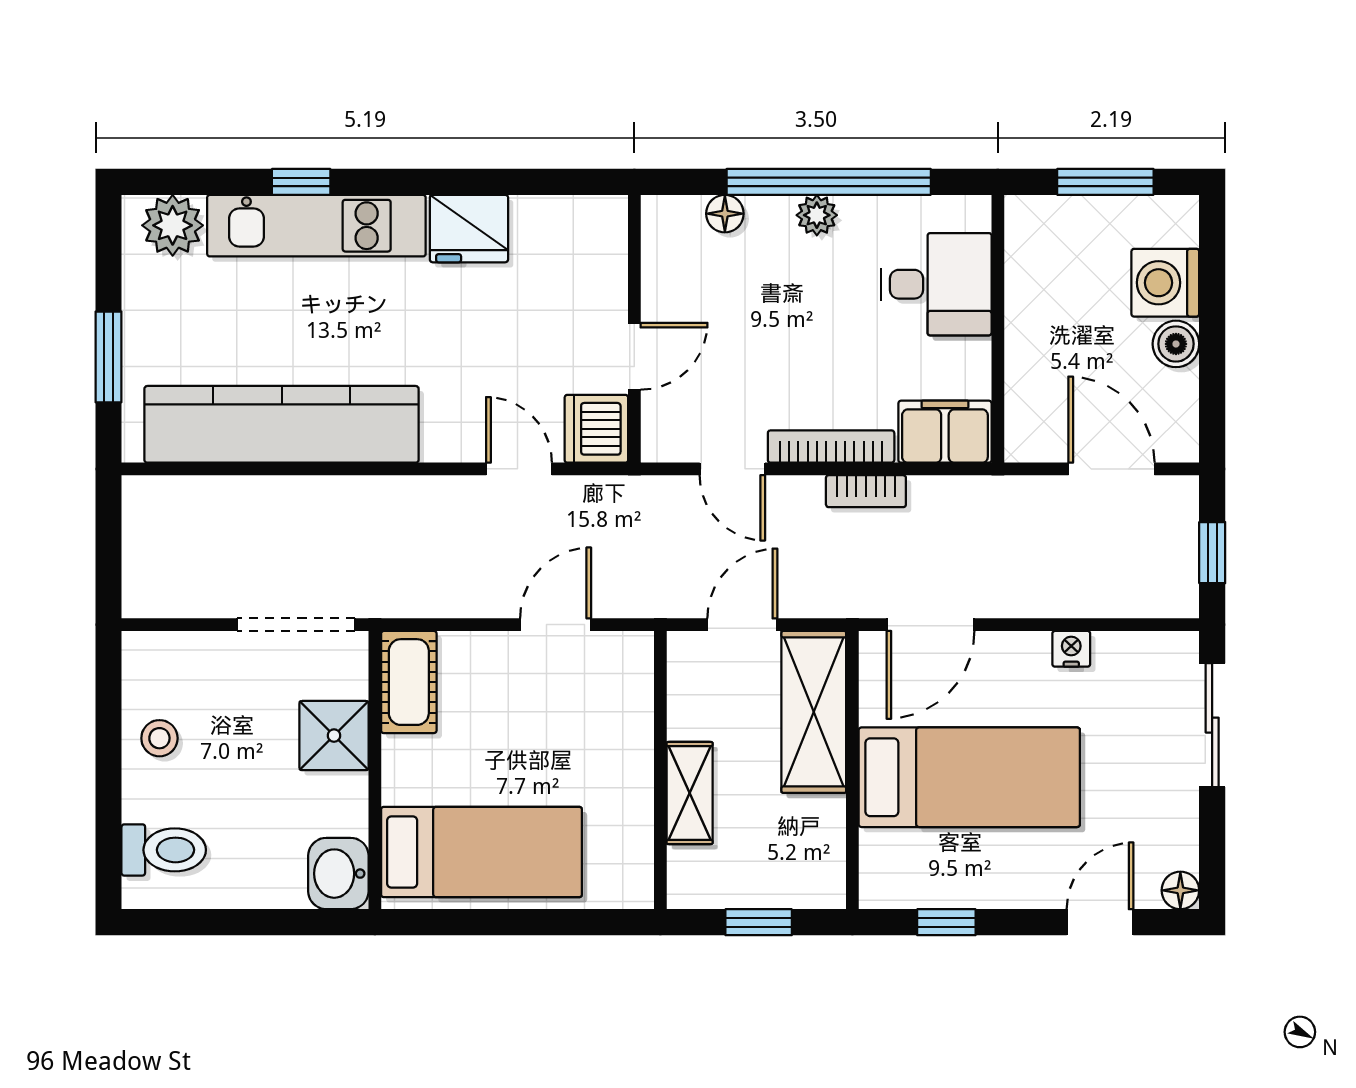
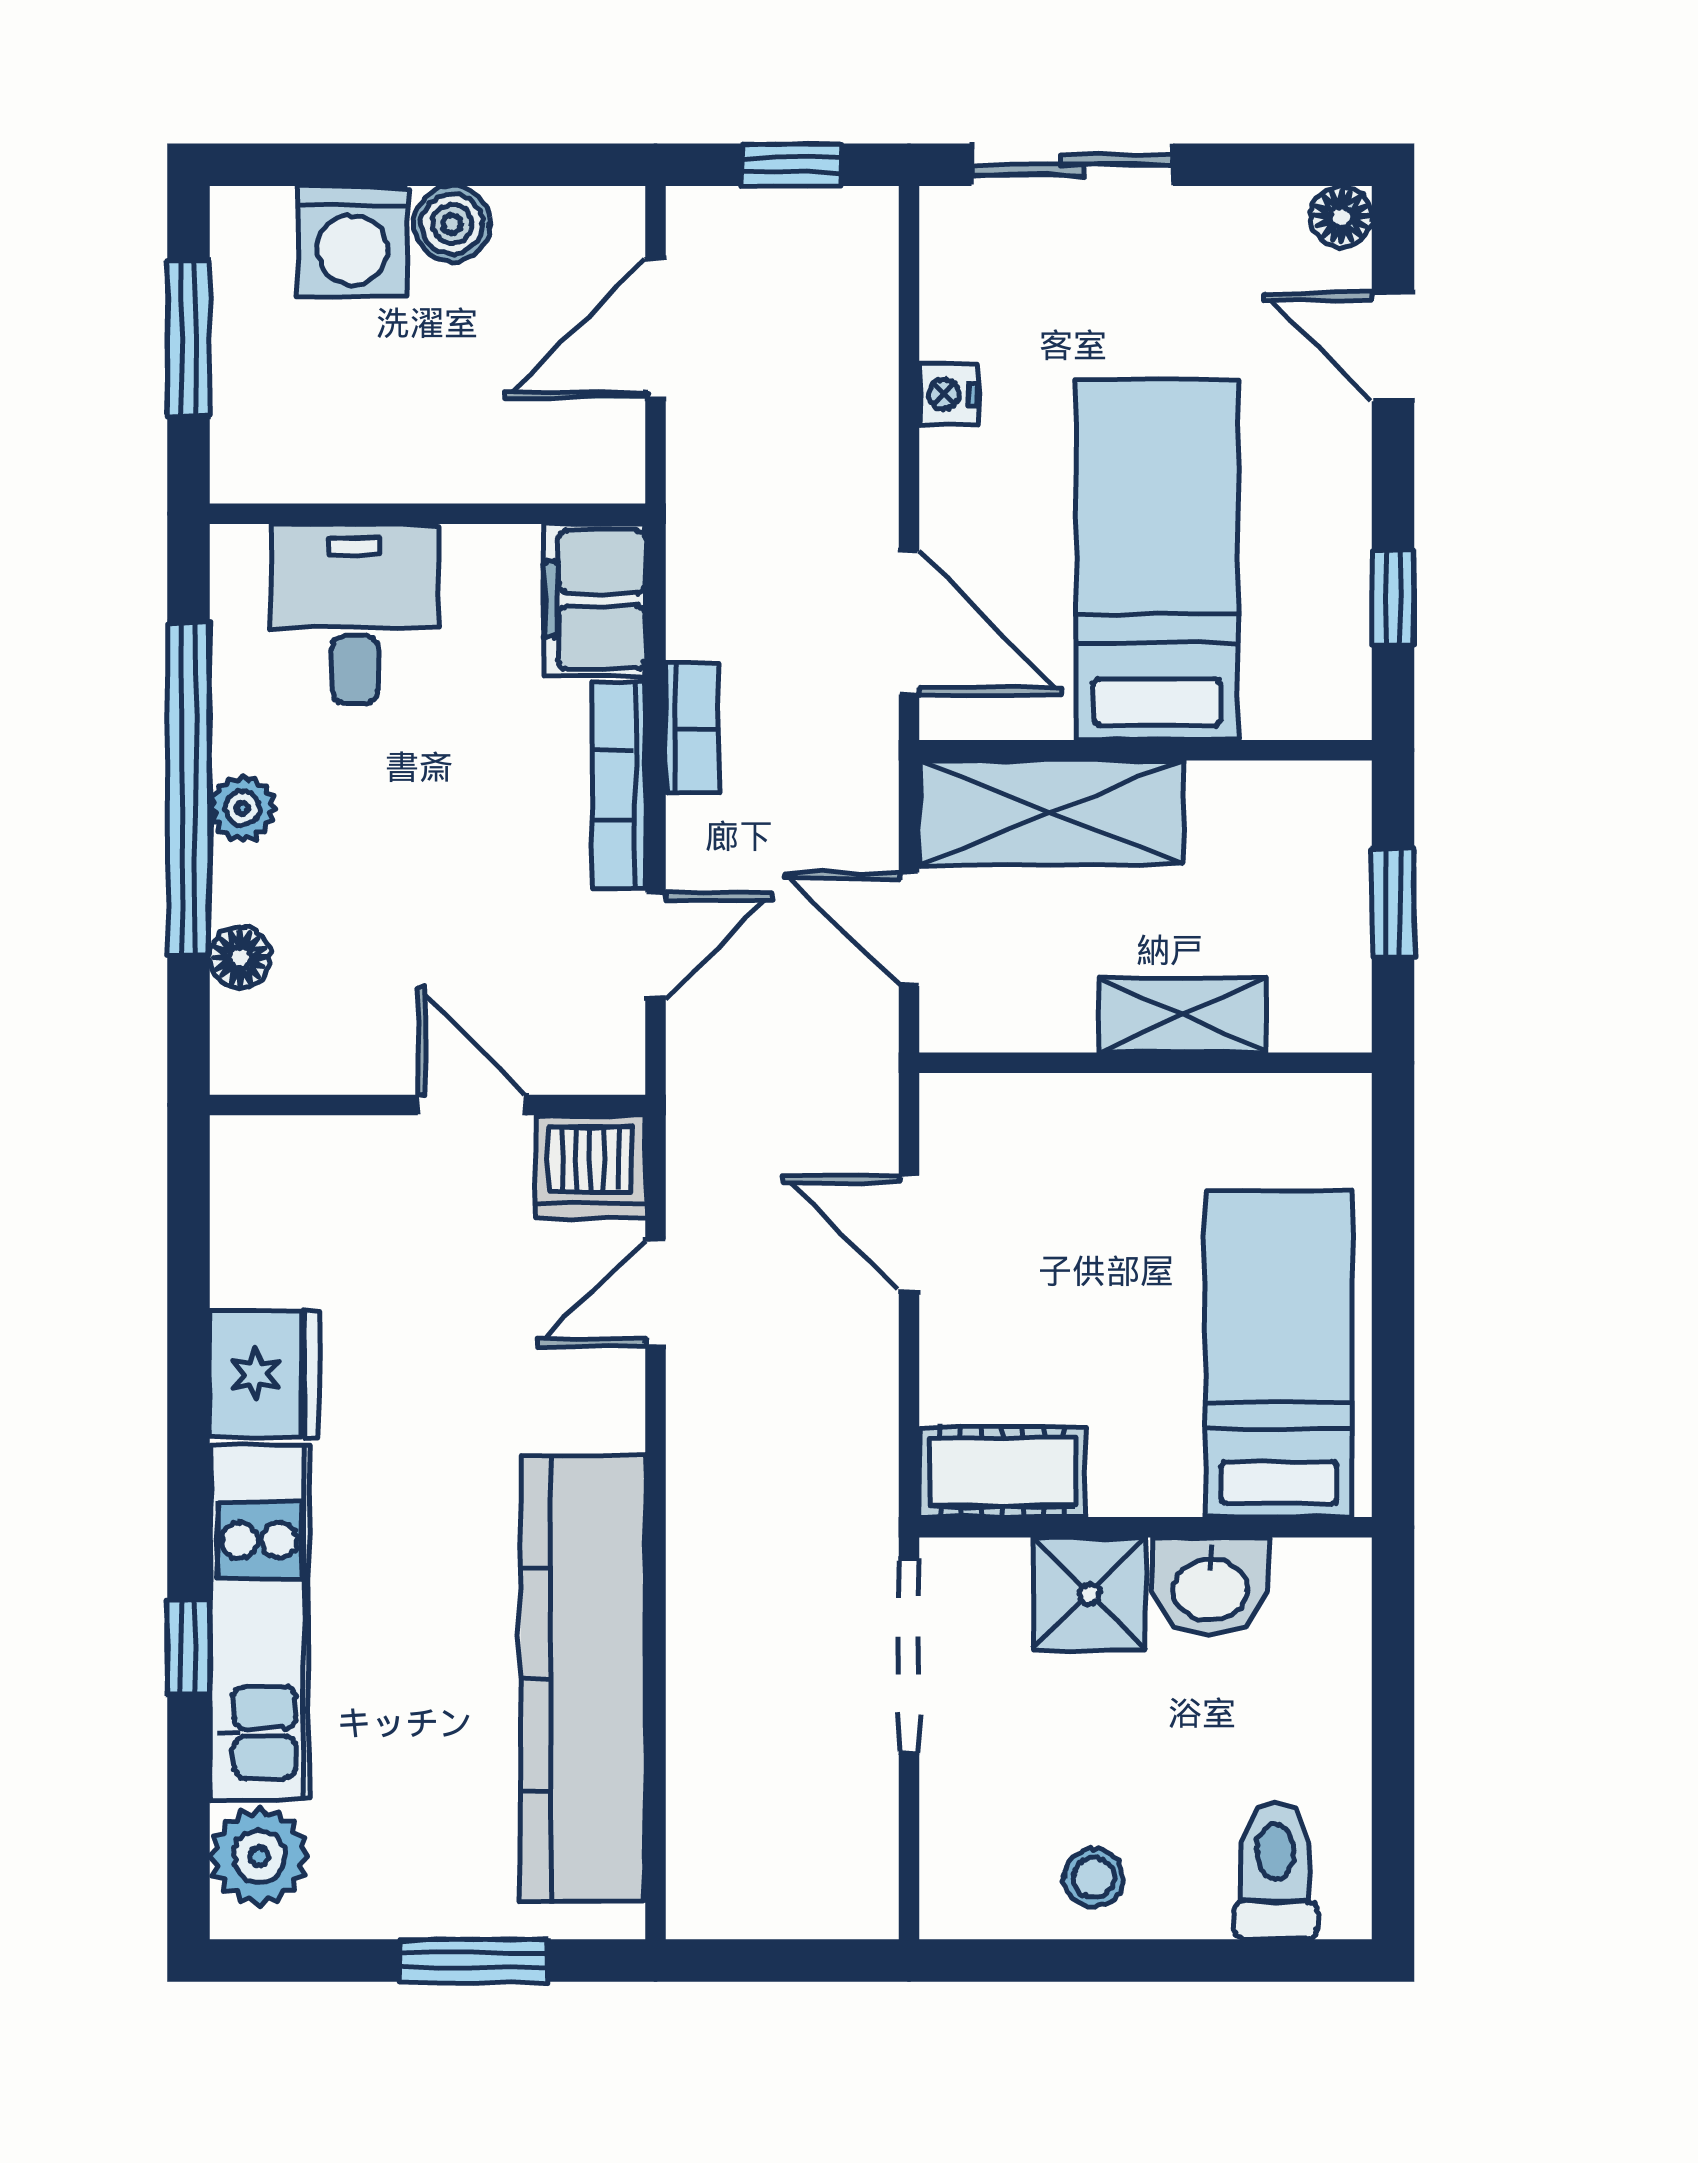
washbasin: (338, 874) -> (1210, 1587), moved

